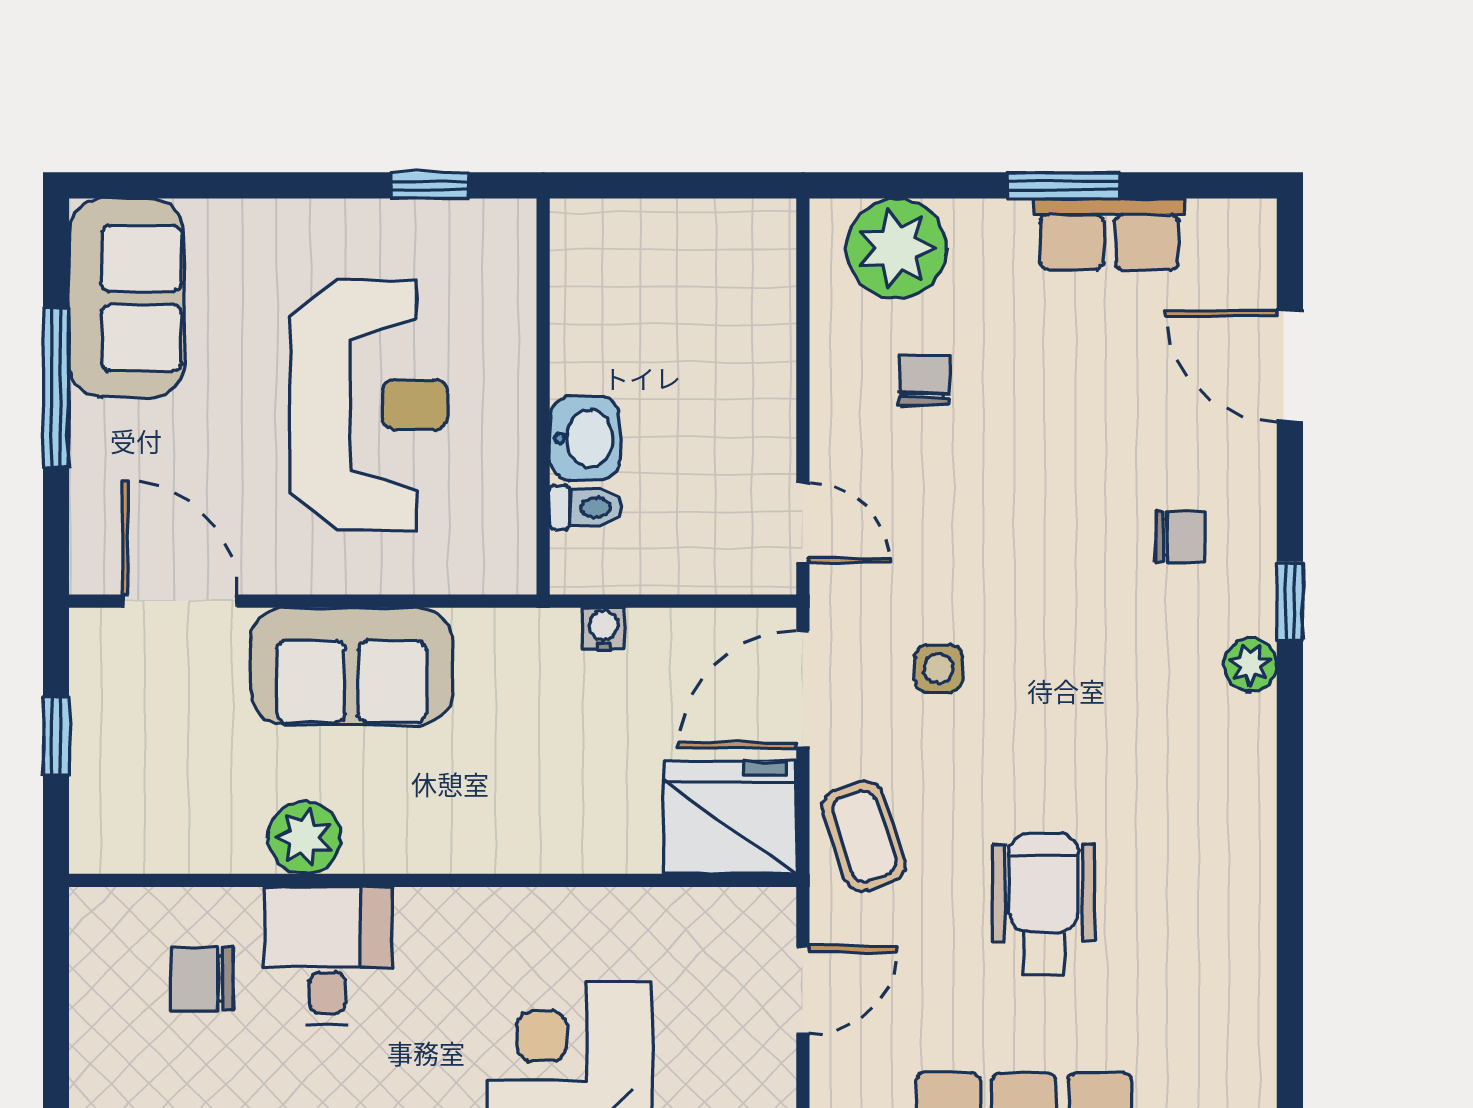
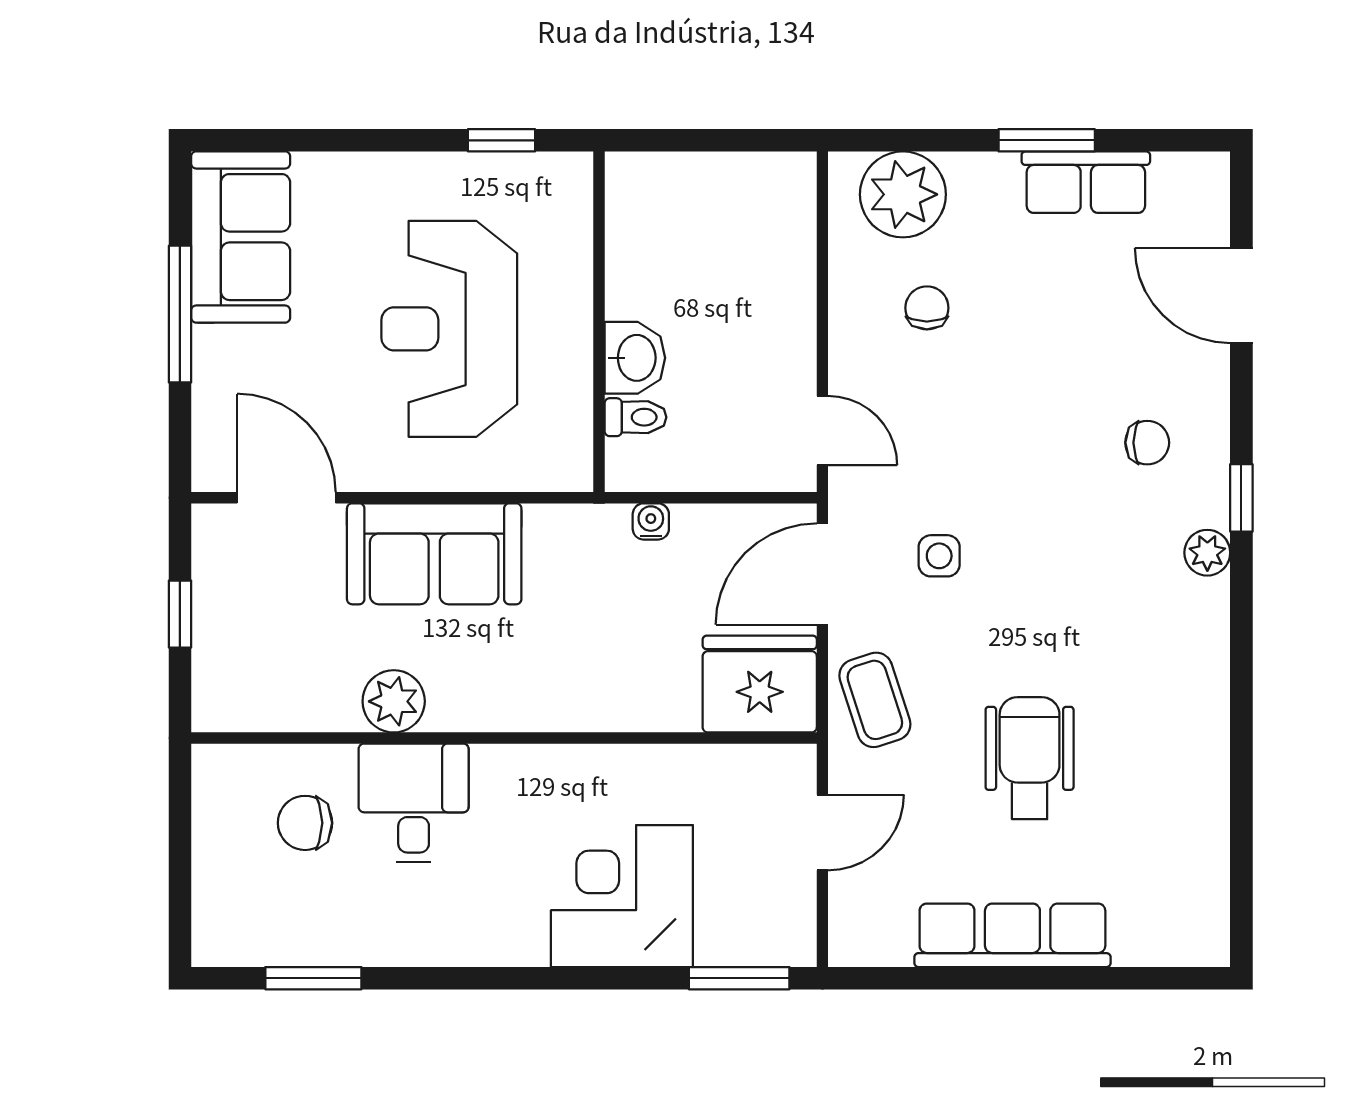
reception desk: (369, 405) -> (449, 329), turned 180

